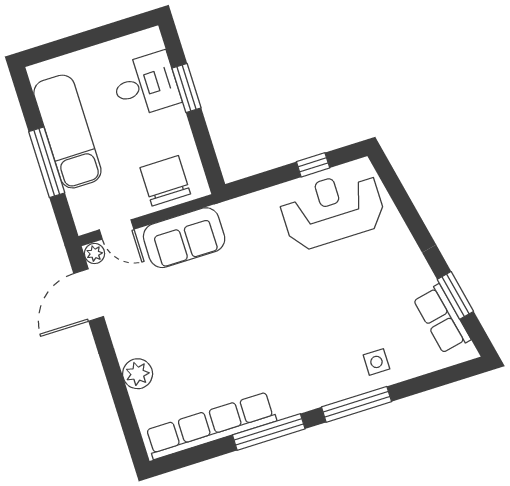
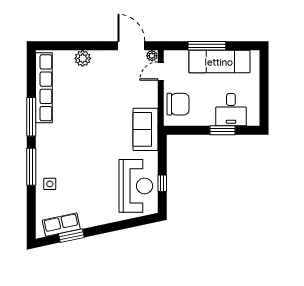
sofa: (184, 238) -> (146, 129), moved

